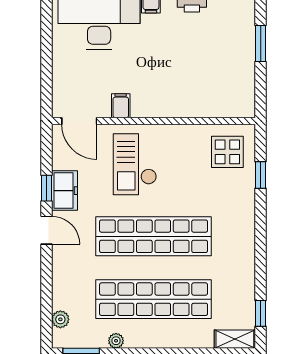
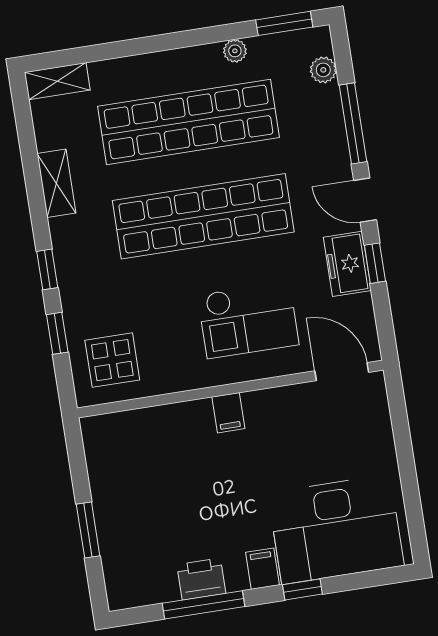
filing cabinet: (121, 106) -> (228, 413), moved
checkout: (135, 164) -> (248, 320), turned 90
shelving: (246, 273) -> (56, 183), added
window: (46, 281) -> (353, 123), added
window: (261, 313) -> (47, 269), moved

